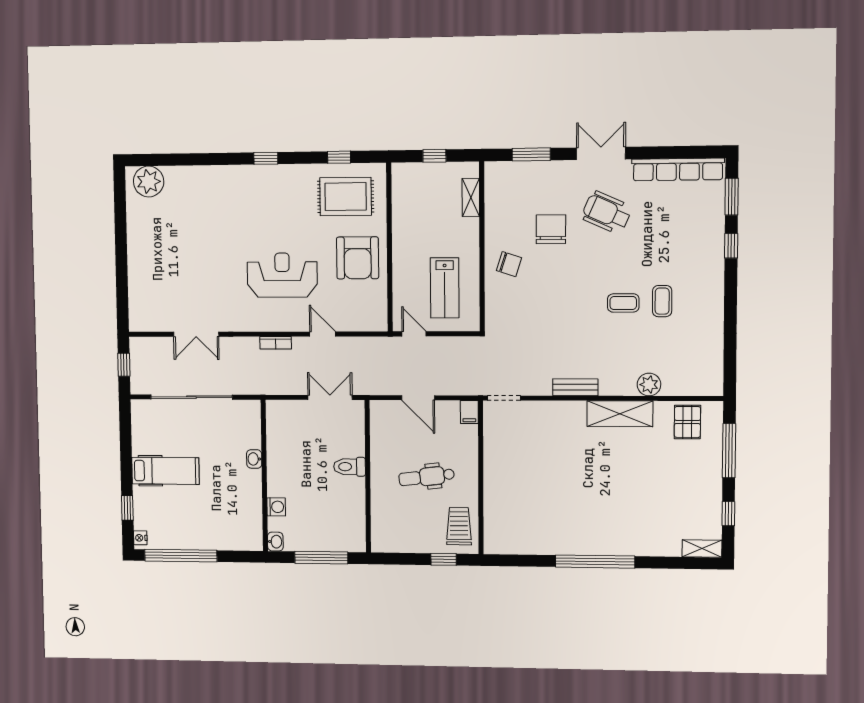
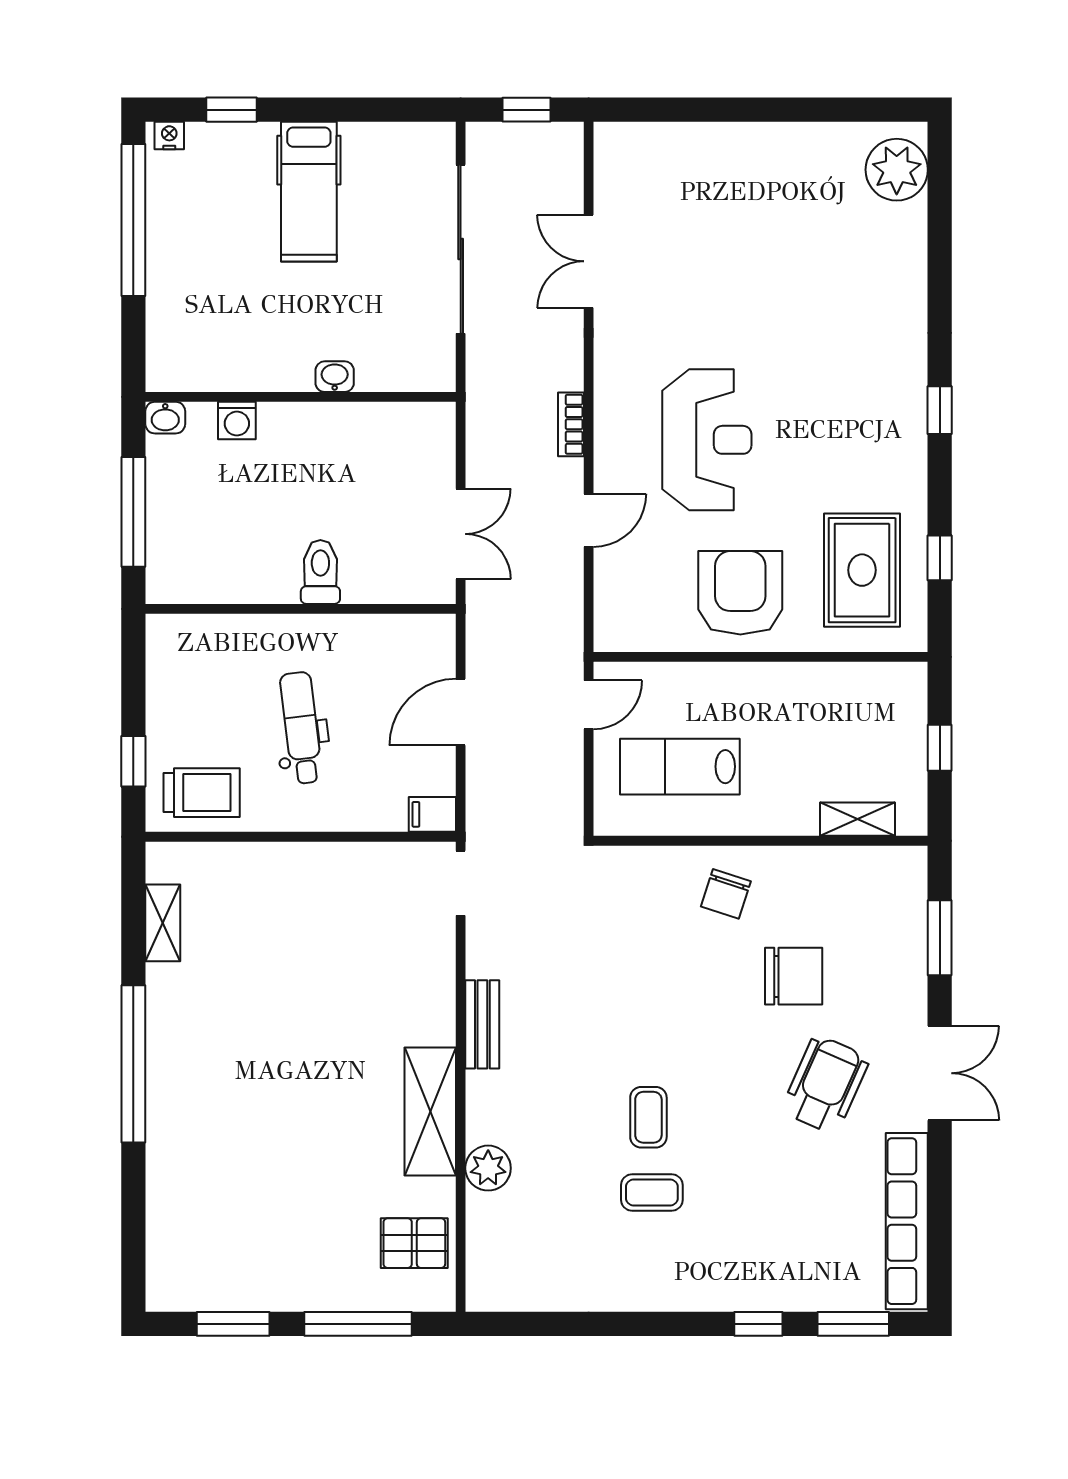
armchair: (358, 258) -> (740, 593), turned 90
window: (728, 514) -> (233, 1324), width x1.50
shelving: (702, 549) -> (163, 923), moved

